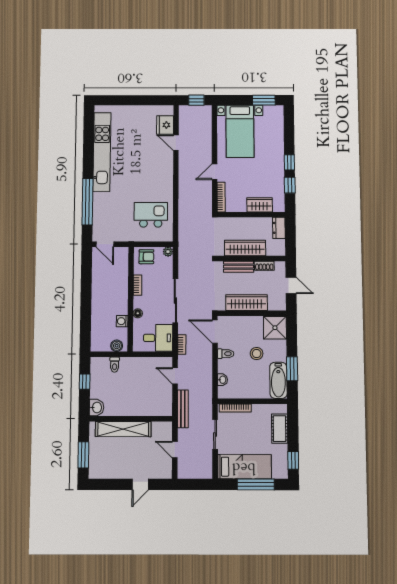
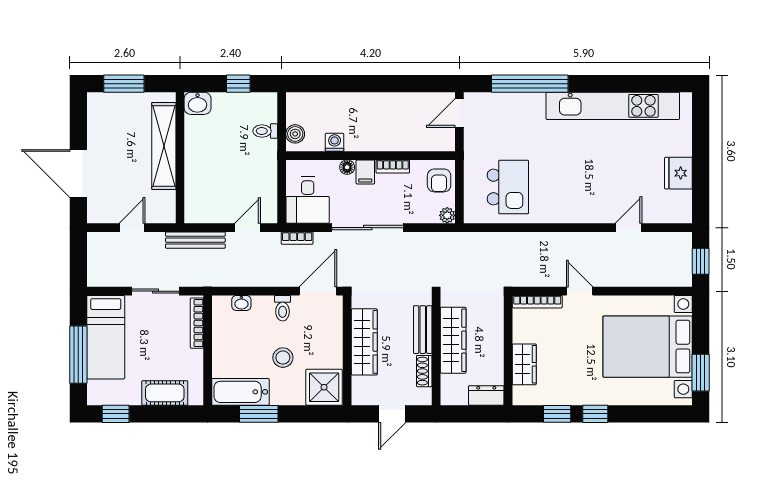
fridge: (165, 125) -> (678, 173), moved, turned -90
bed with nightstands: (240, 131) -> (648, 347), width x1.36
filing cabinet: (141, 302) -> (365, 172), added
door: (140, 484) -> (78, 174), width x1.88

